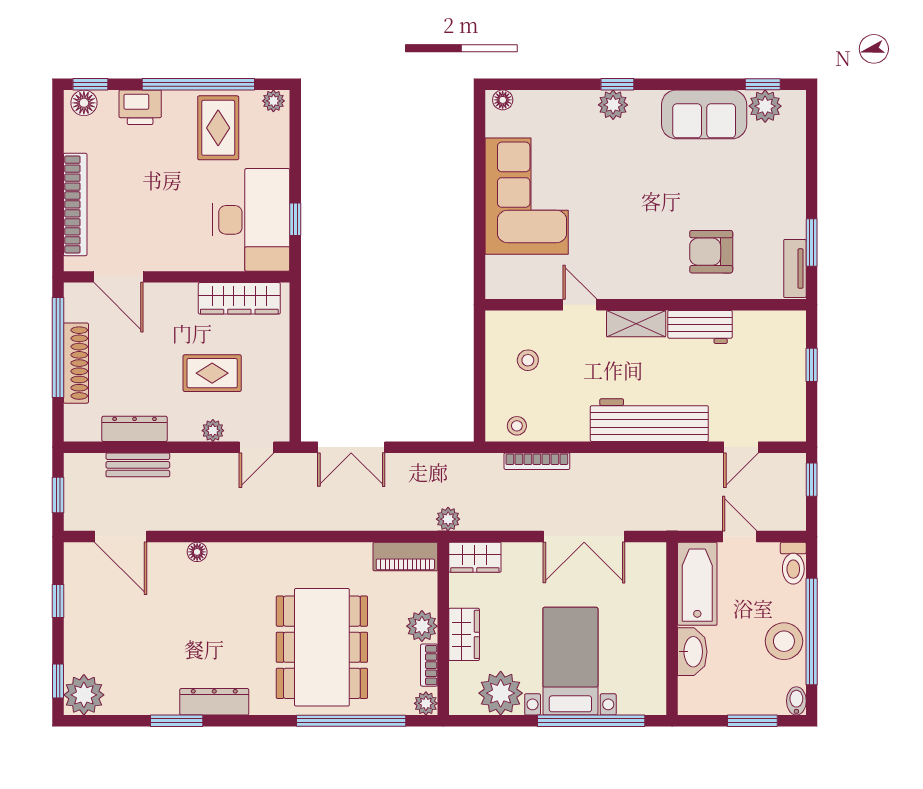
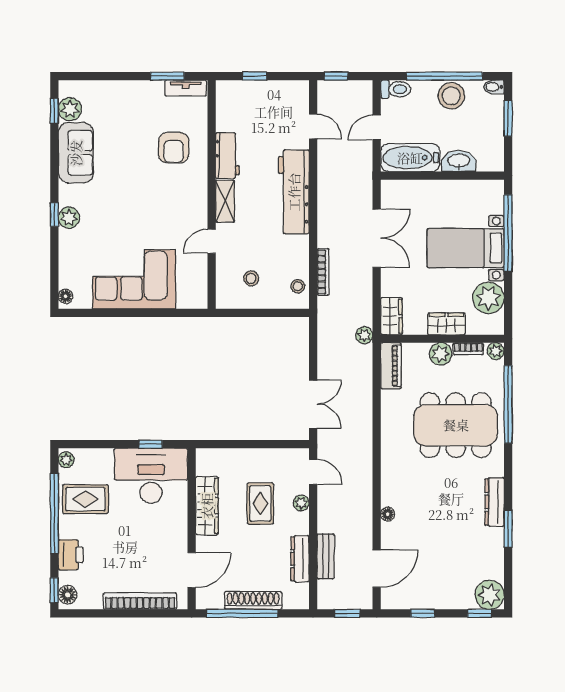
wardrobe: (239, 298) -> (207, 506), moved

